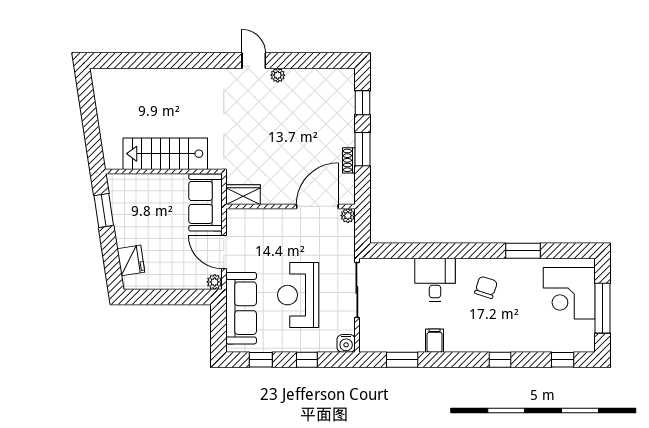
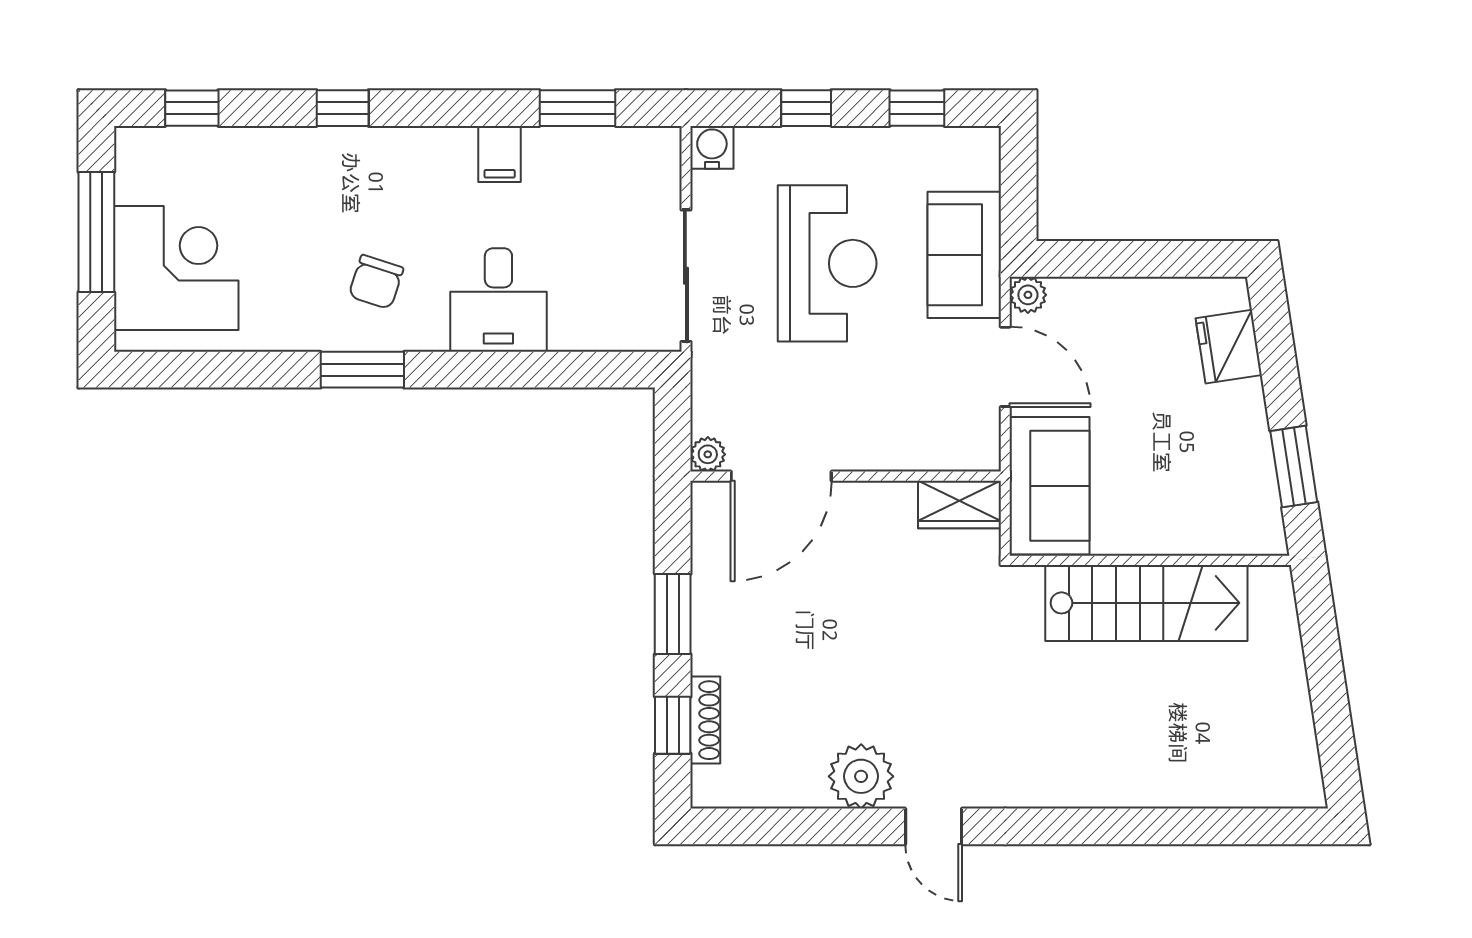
plant: (278, 75) -> (861, 776), width x1.88, depth x1.88
shoe rack: (349, 160) -> (705, 720), moved, width x1.43
window: (523, 251) -> (362, 370), moved
sofa: (241, 308) -> (964, 255), width x0.73

